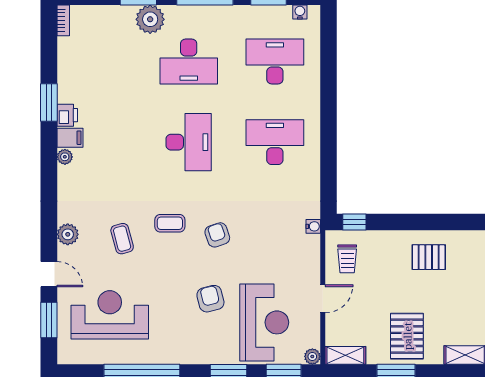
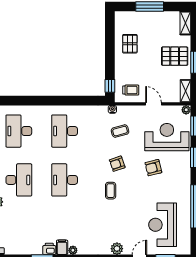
desk: (189, 142) -> (65, 180), turned -90
coffee table: (122, 239) -> (120, 131), moved

